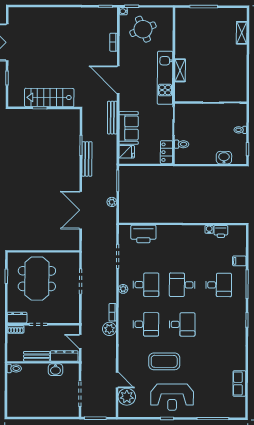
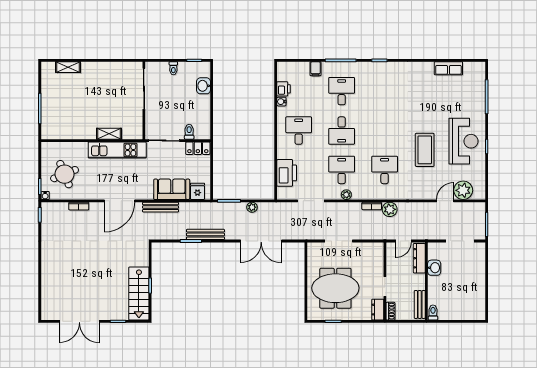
stairs: (49, 97) -> (139, 293), moved
desk: (182, 324) -> (299, 131), moved
bench: (37, 356) -> (420, 304), moved

